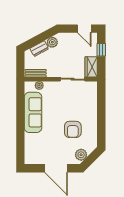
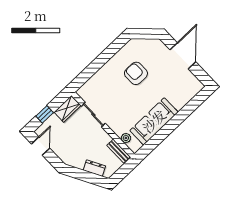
plant: (52, 42) -> (78, 162), removed
armchair: (73, 129) -> (136, 73), turned -90
plant: (81, 155) -> (151, 46), removed

